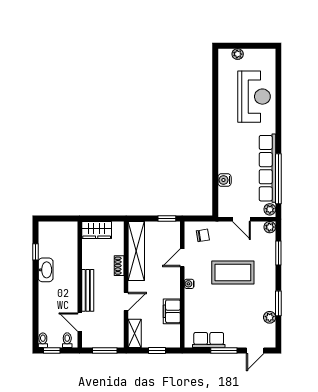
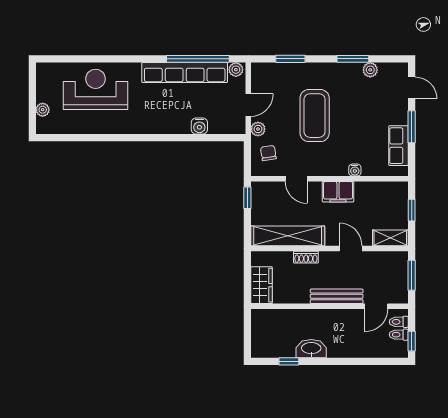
plant: (270, 227) -> (258, 129), moved
water cooler: (189, 284) -> (355, 170), moved
filing cabinet: (172, 311) -> (338, 192), moved
toilet: (43, 340) -> (399, 335), moved

